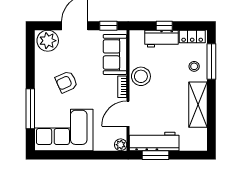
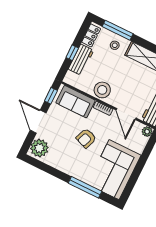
armchair: (66, 82) -> (86, 138), moved, turned 44

